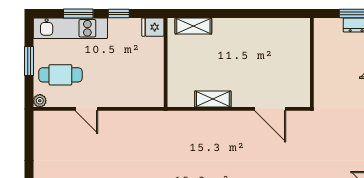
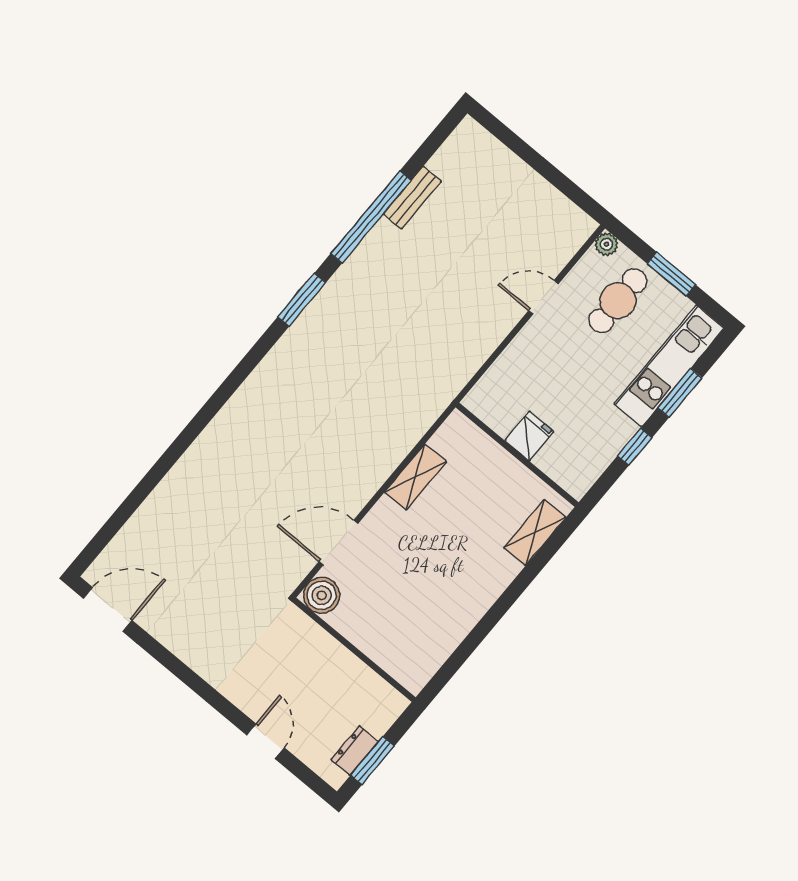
fridge: (153, 27) -> (529, 436), moved
boiler: (300, 97) -> (322, 595), added

